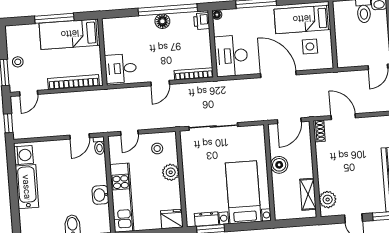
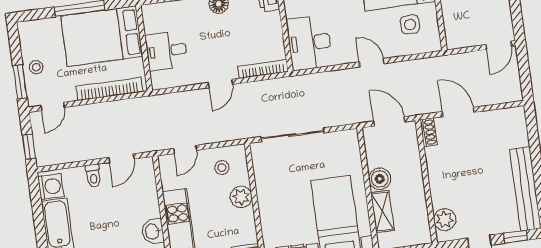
bed: (70, 34) -> (102, 36), width x1.50
desk: (121, 68) -> (166, 51), moved
door: (278, 74) -> (372, 63), width x0.53
door: (289, 121) -> (389, 121), swing flipped
toilet: (99, 146) -> (93, 176), moved
shelving: (308, 194) -> (382, 211), moved

